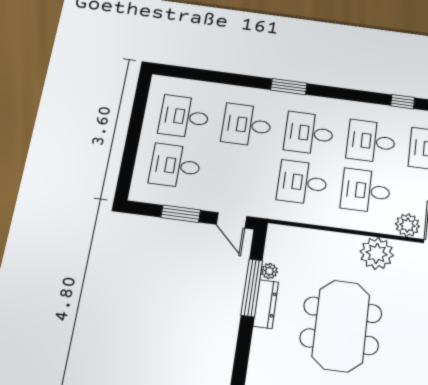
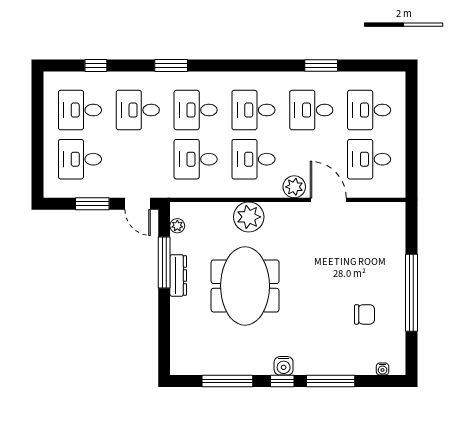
window: (403, 102) -> (96, 65), moved
plant: (377, 253) -> (249, 217), moved
plant: (269, 271) -> (177, 226), moved

